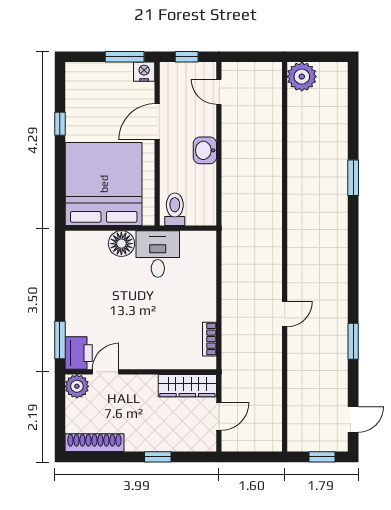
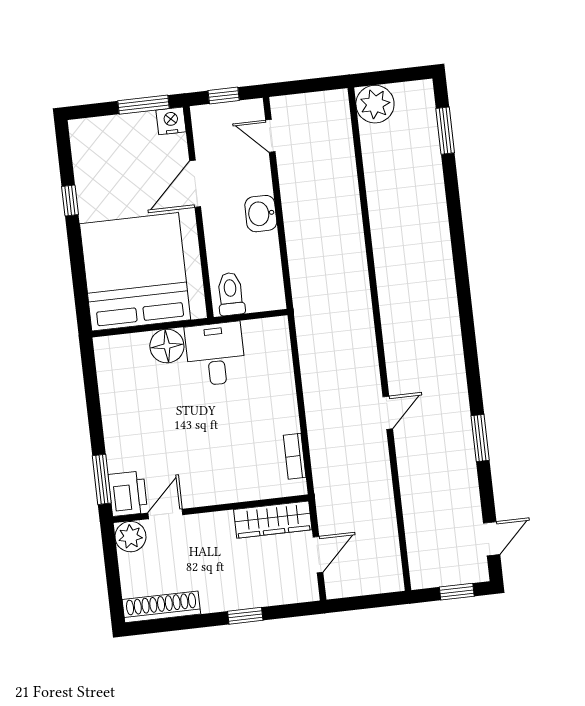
window: (353, 178) -> (445, 131), moved

